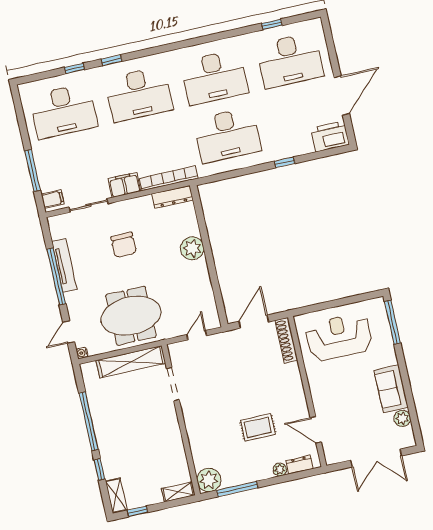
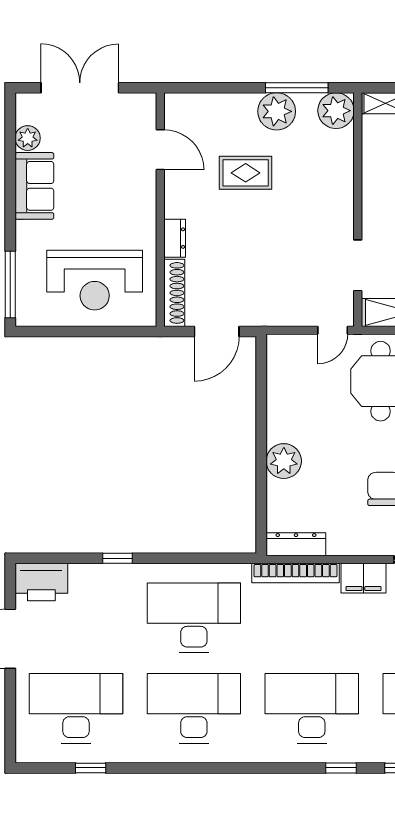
door: (197, 335) -> (333, 330), moved
dresser: (300, 465) -> (175, 238), moved, turned -90
plant: (280, 470) -> (277, 111), moved, width x1.88, depth x1.88

